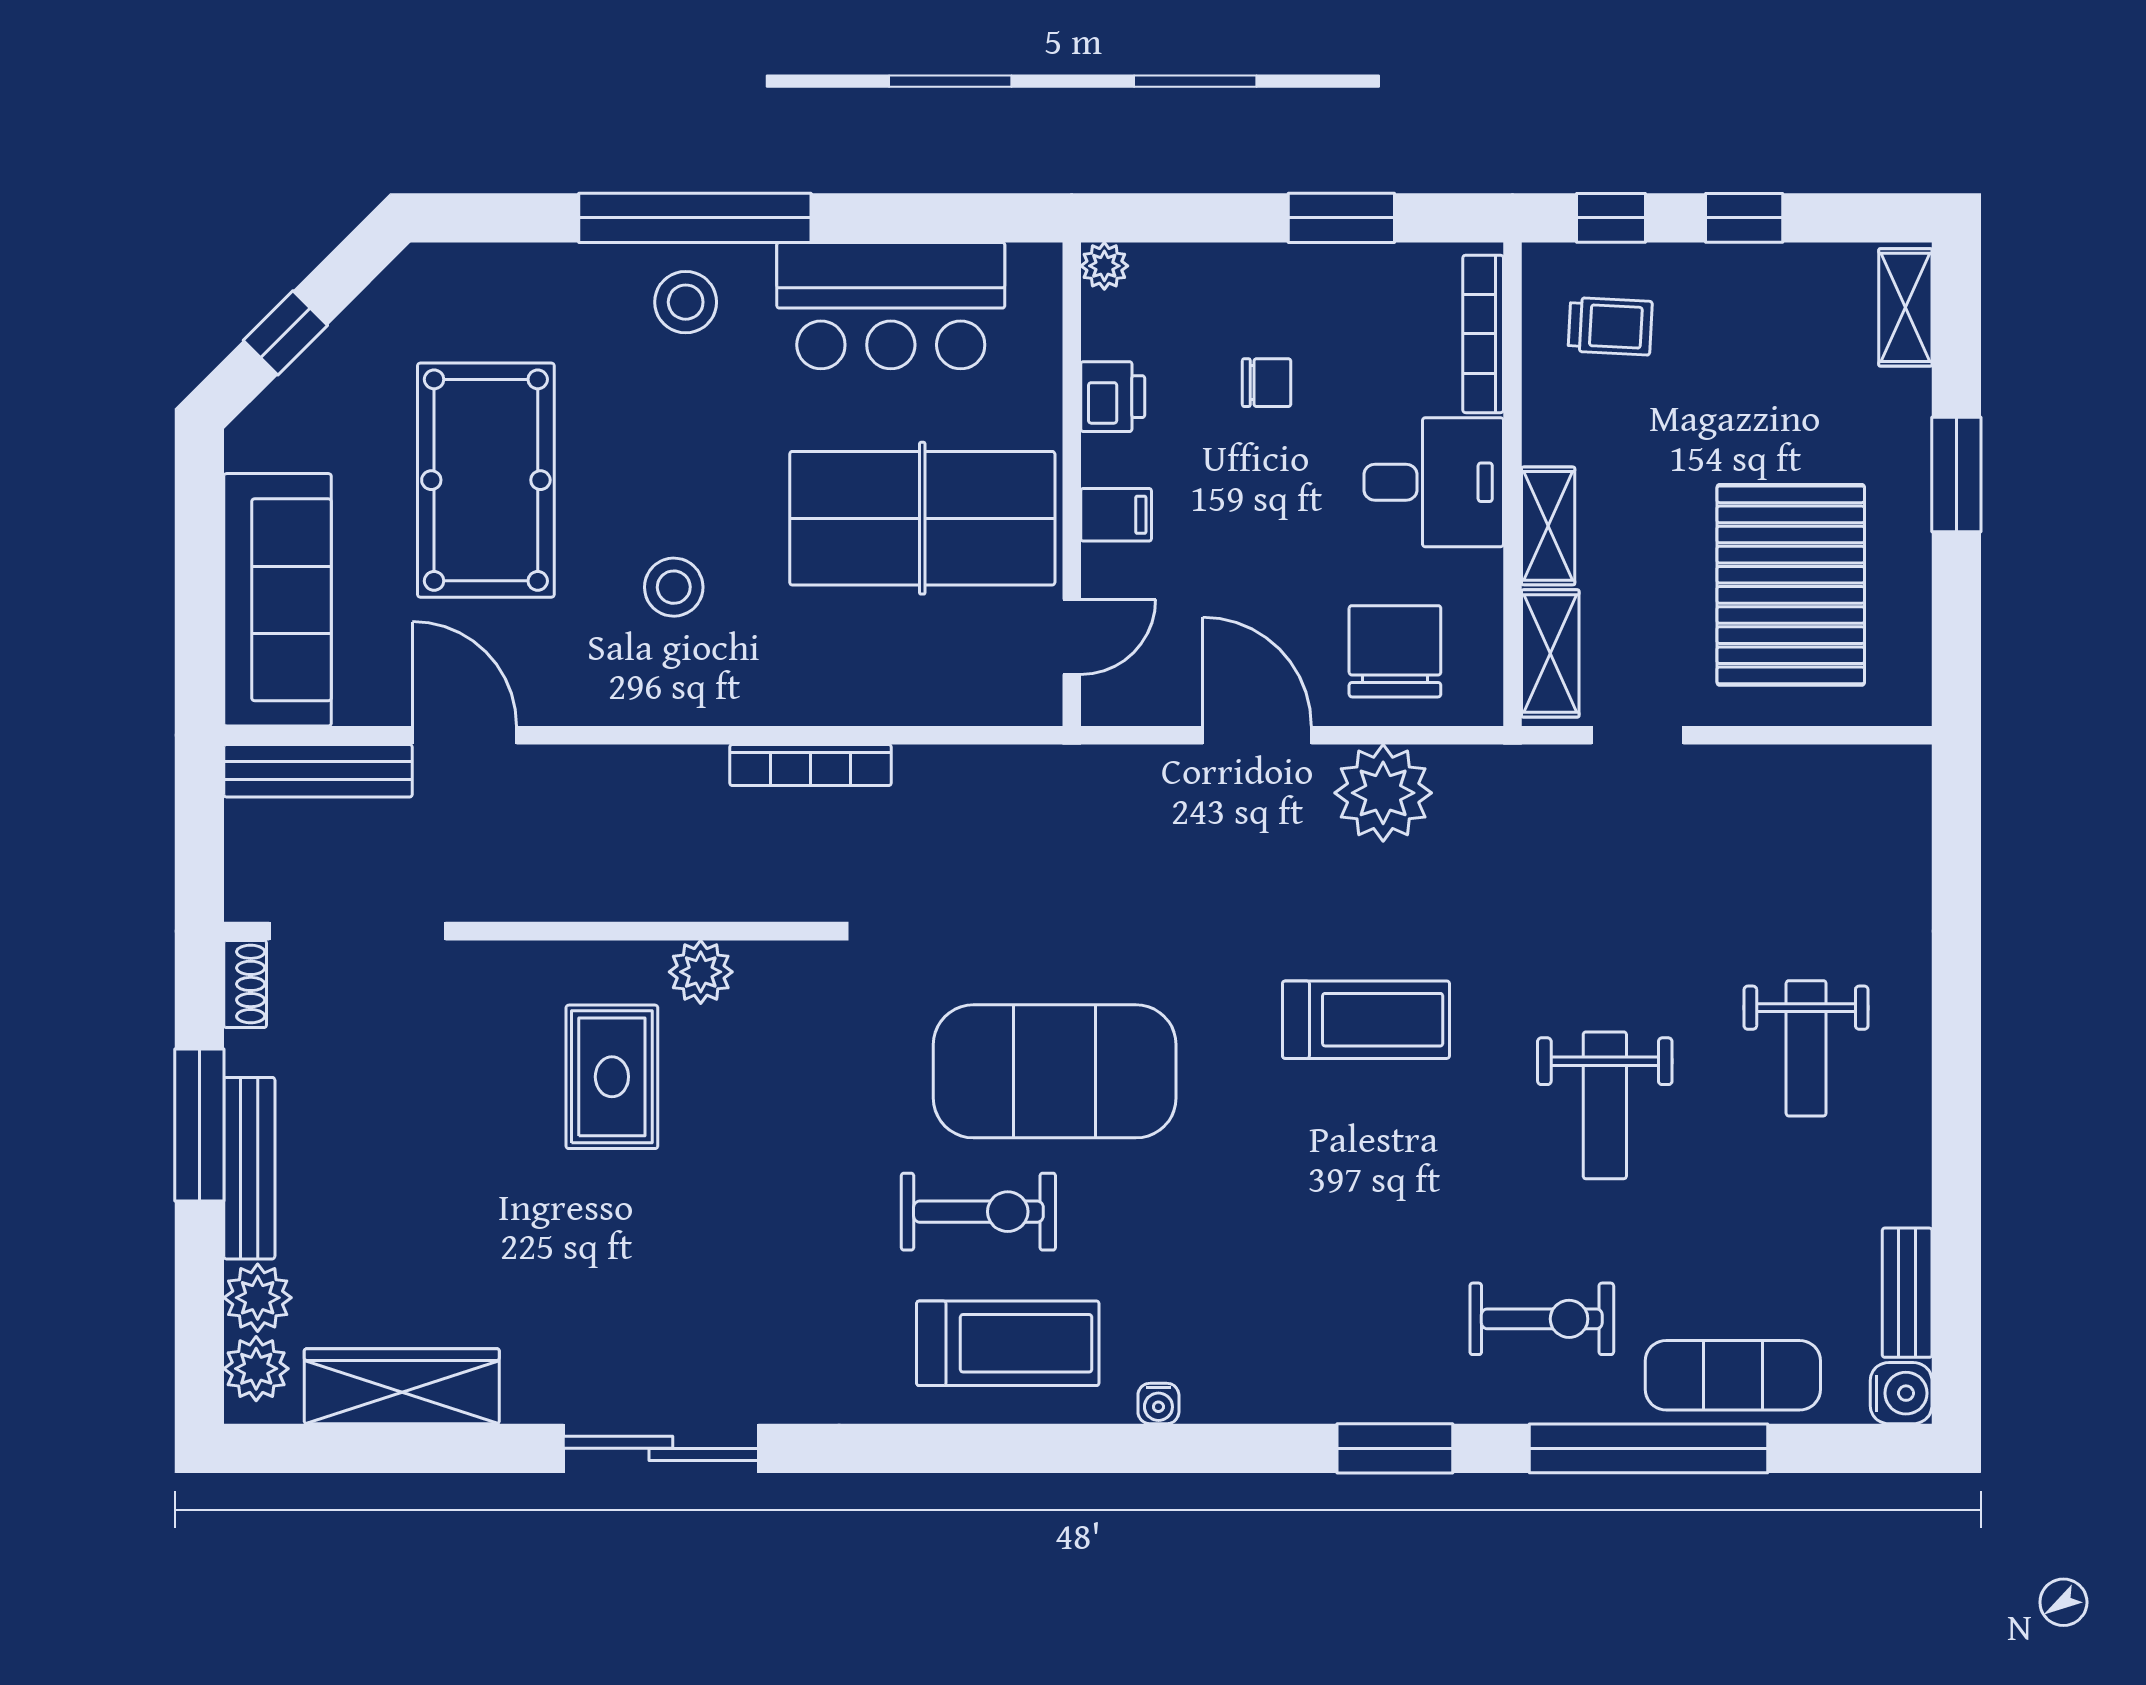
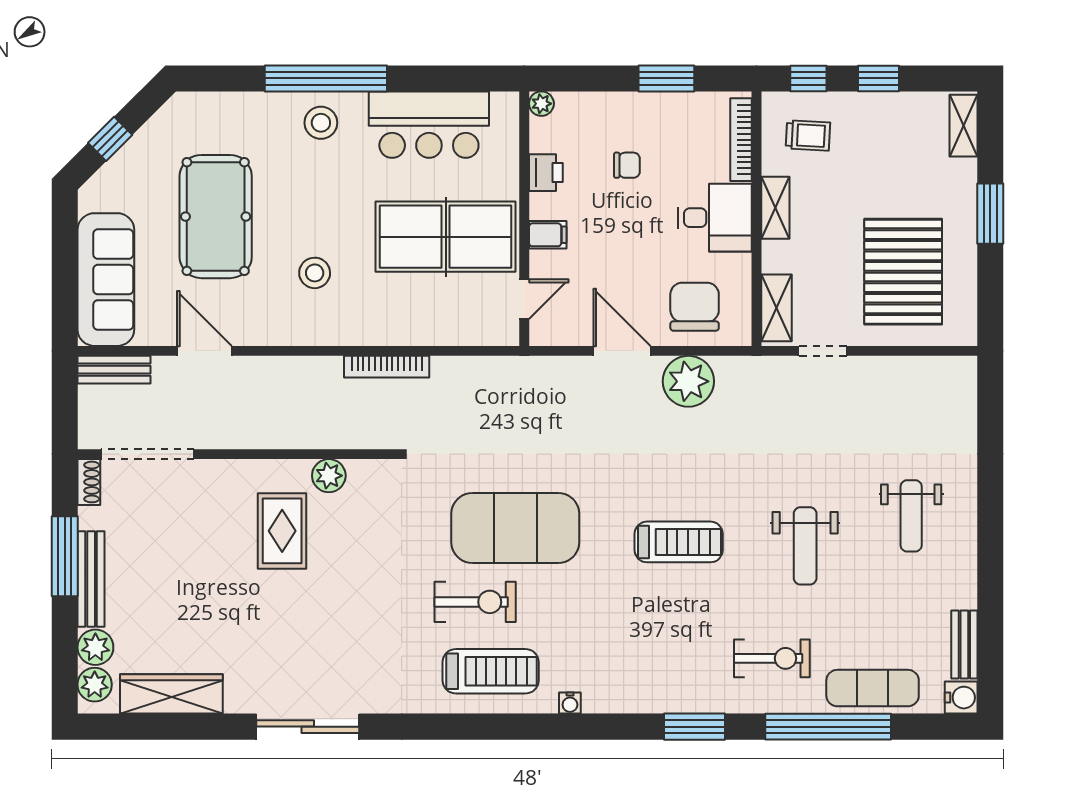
shelving: (1548, 526) -> (775, 208), moved
bench: (318, 771) -> (114, 370), width x0.73
treadmill: (1366, 1020) -> (679, 542), moved

